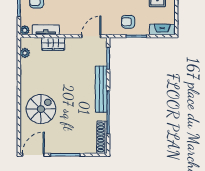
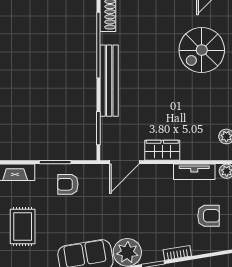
armchair: (128, 22) -> (68, 184), turned 180
wardrobe: (53, 44) -> (162, 150), moved

